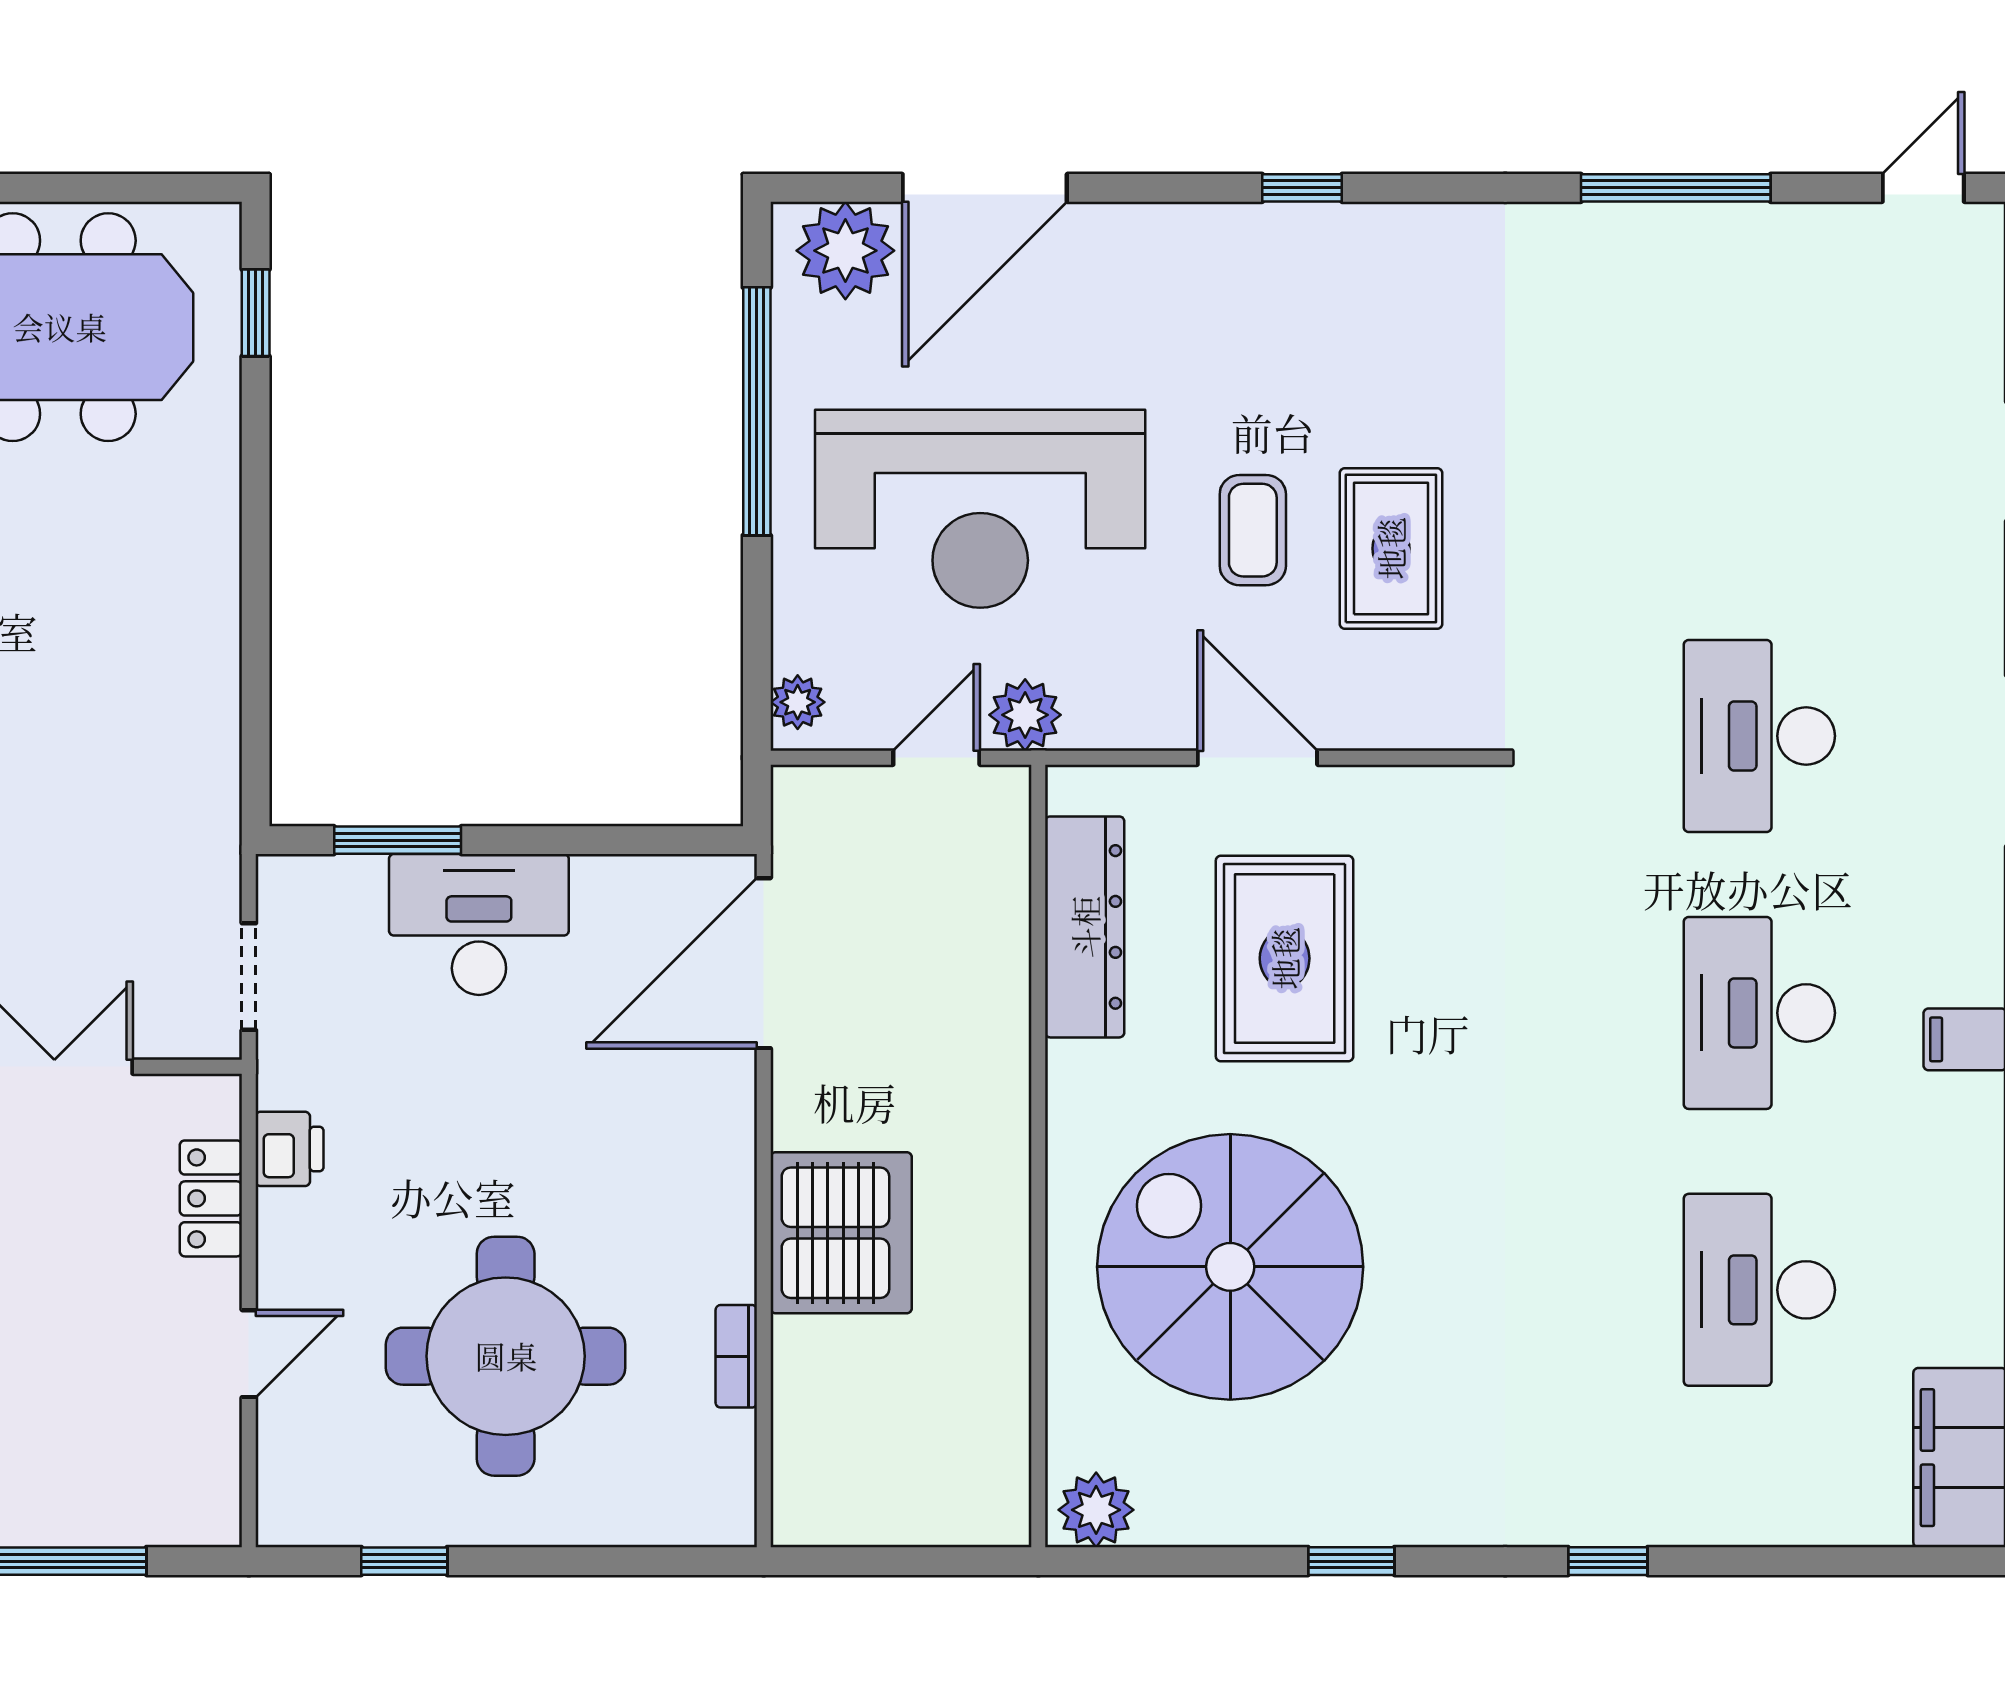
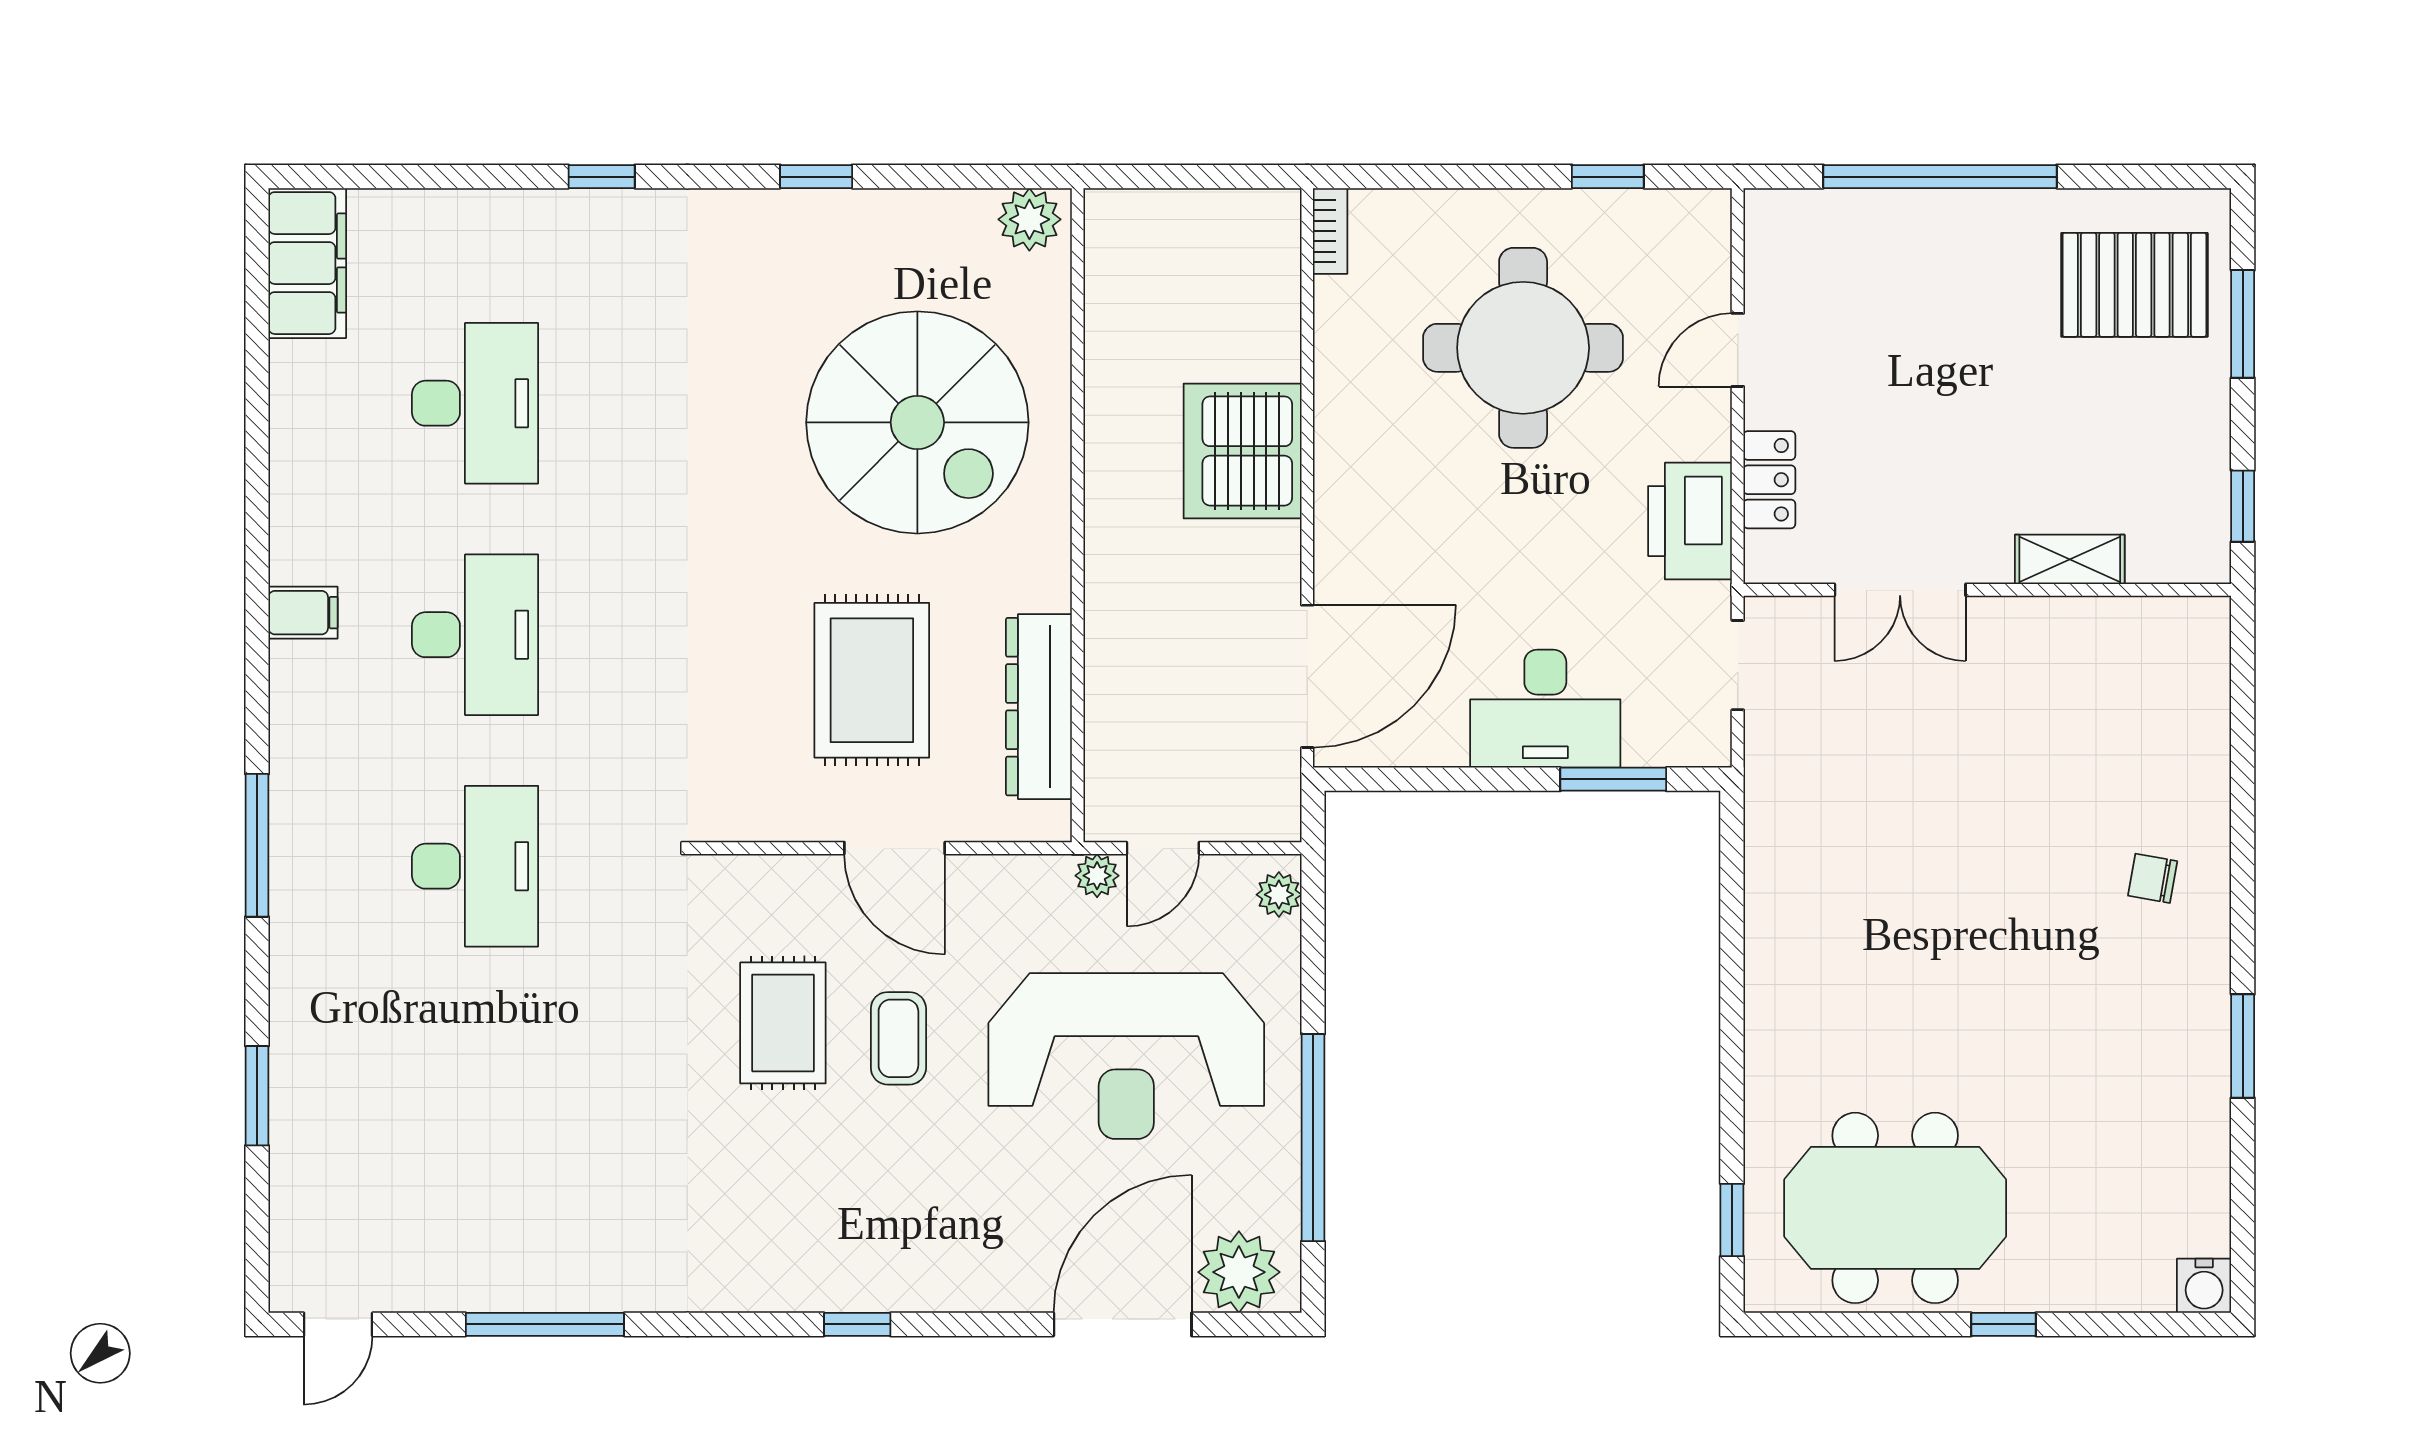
reception desk: (980, 509) -> (1126, 1056), turned 180
plant: (1025, 715) -> (1097, 876), width x0.73, depth x0.73
printer: (290, 1149) -> (1690, 521), width x1.87, depth x1.48
bookcase: (736, 1356) -> (1330, 231), moved

